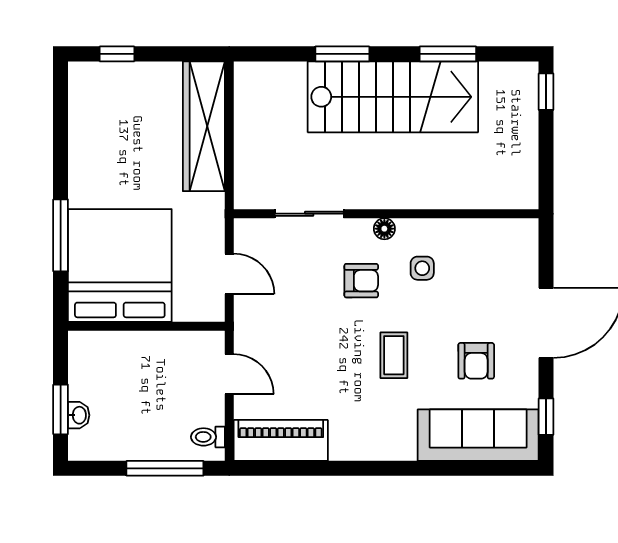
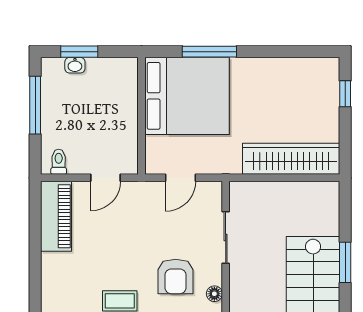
armchair: (361, 281) -> (176, 276), width x1.38, depth x1.38
window: (165, 468) -> (35, 105), moved

